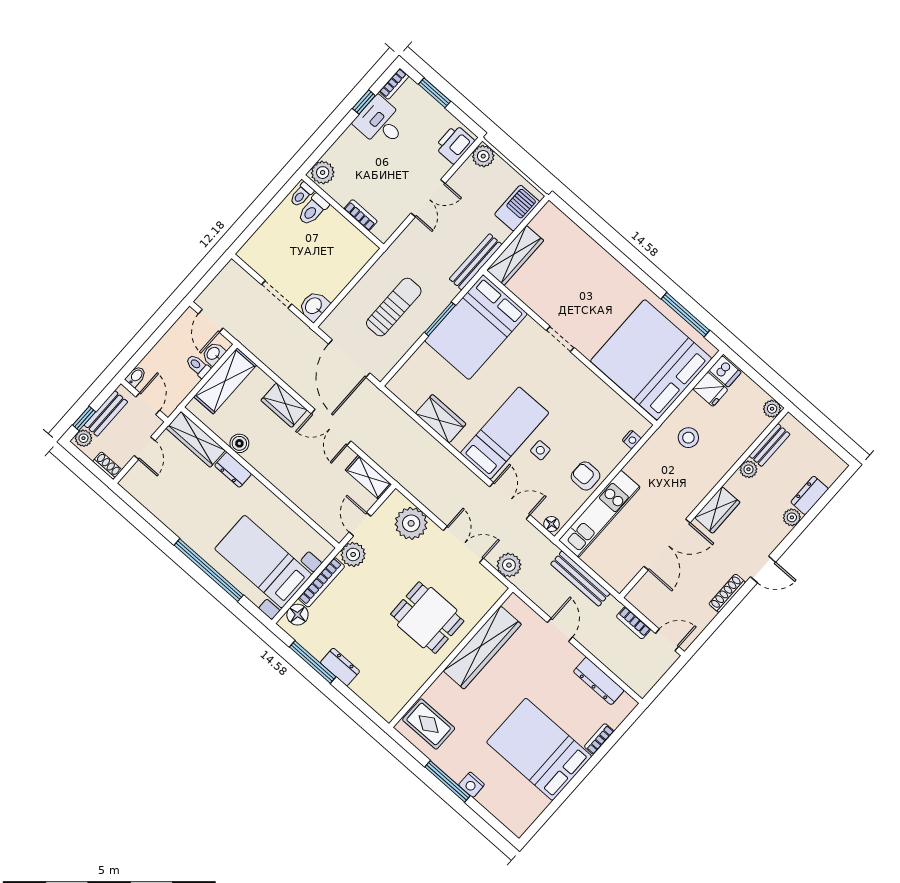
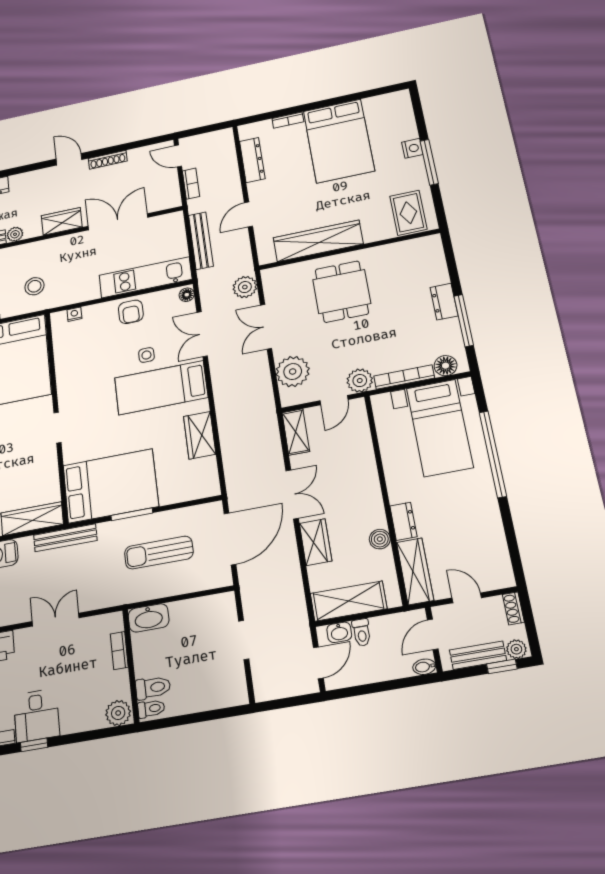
washbasin: (314, 306) -> (149, 618), moved, width x1.38
door: (145, 448) -> (467, 598), hinge flipped
plant: (792, 517) -> (17, 181), removed

